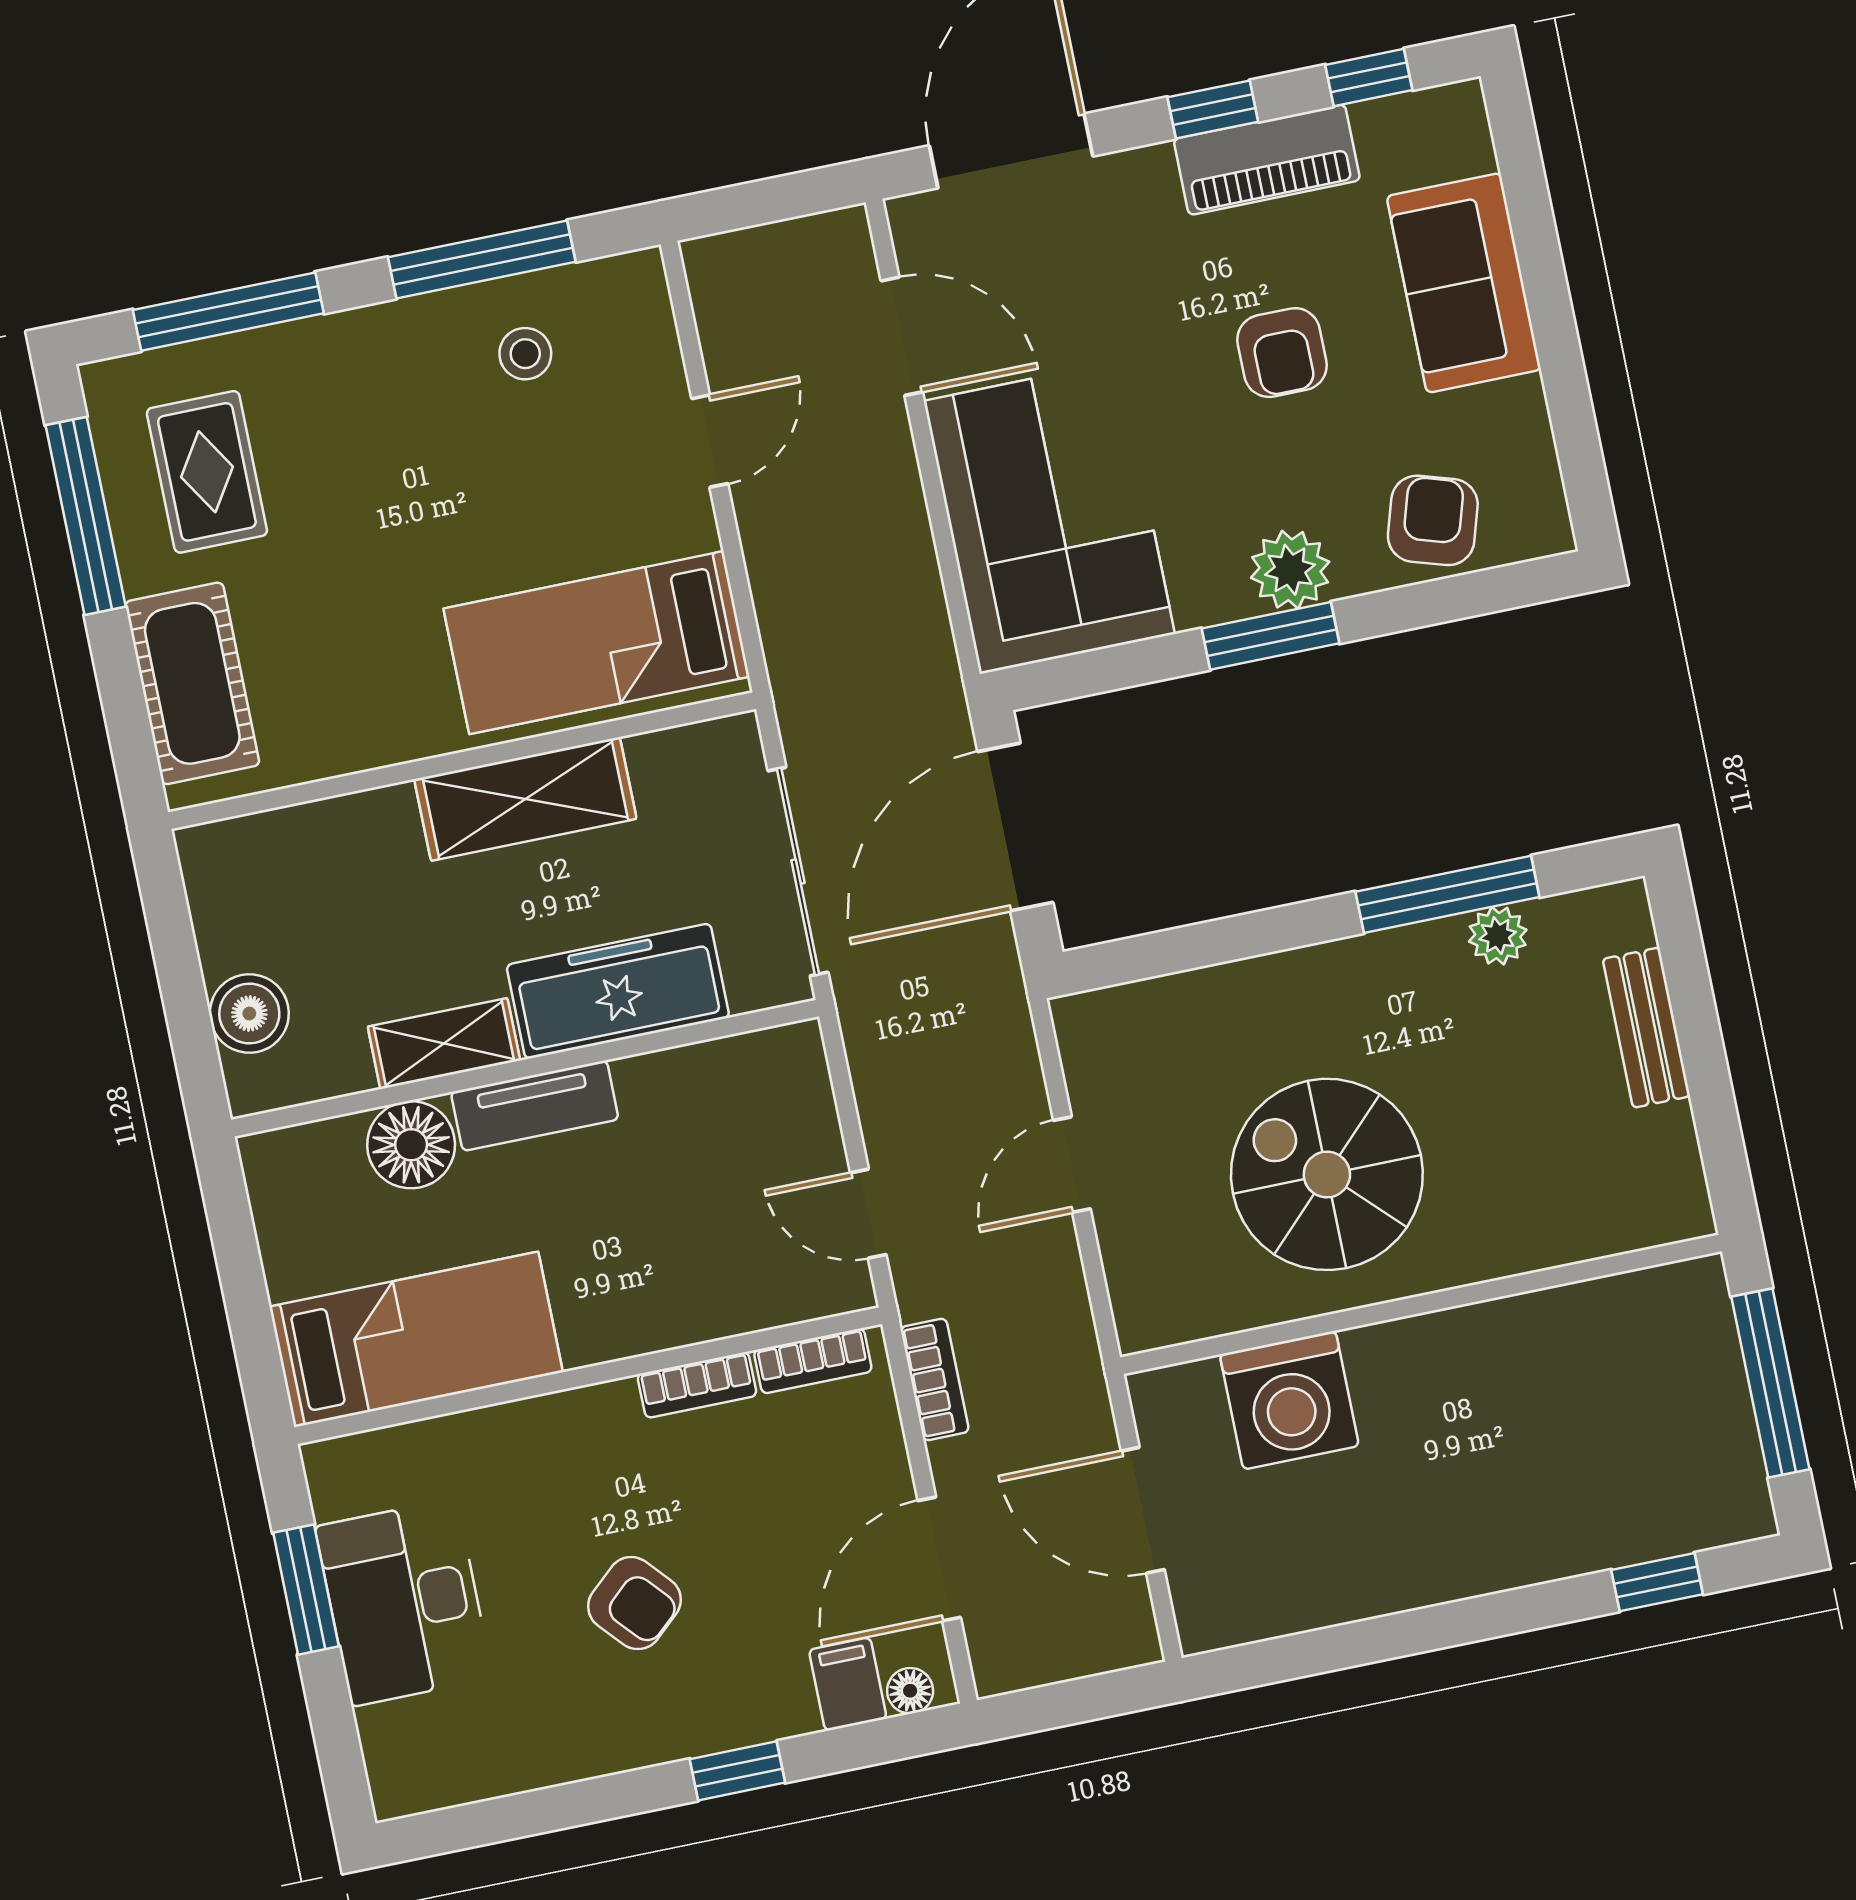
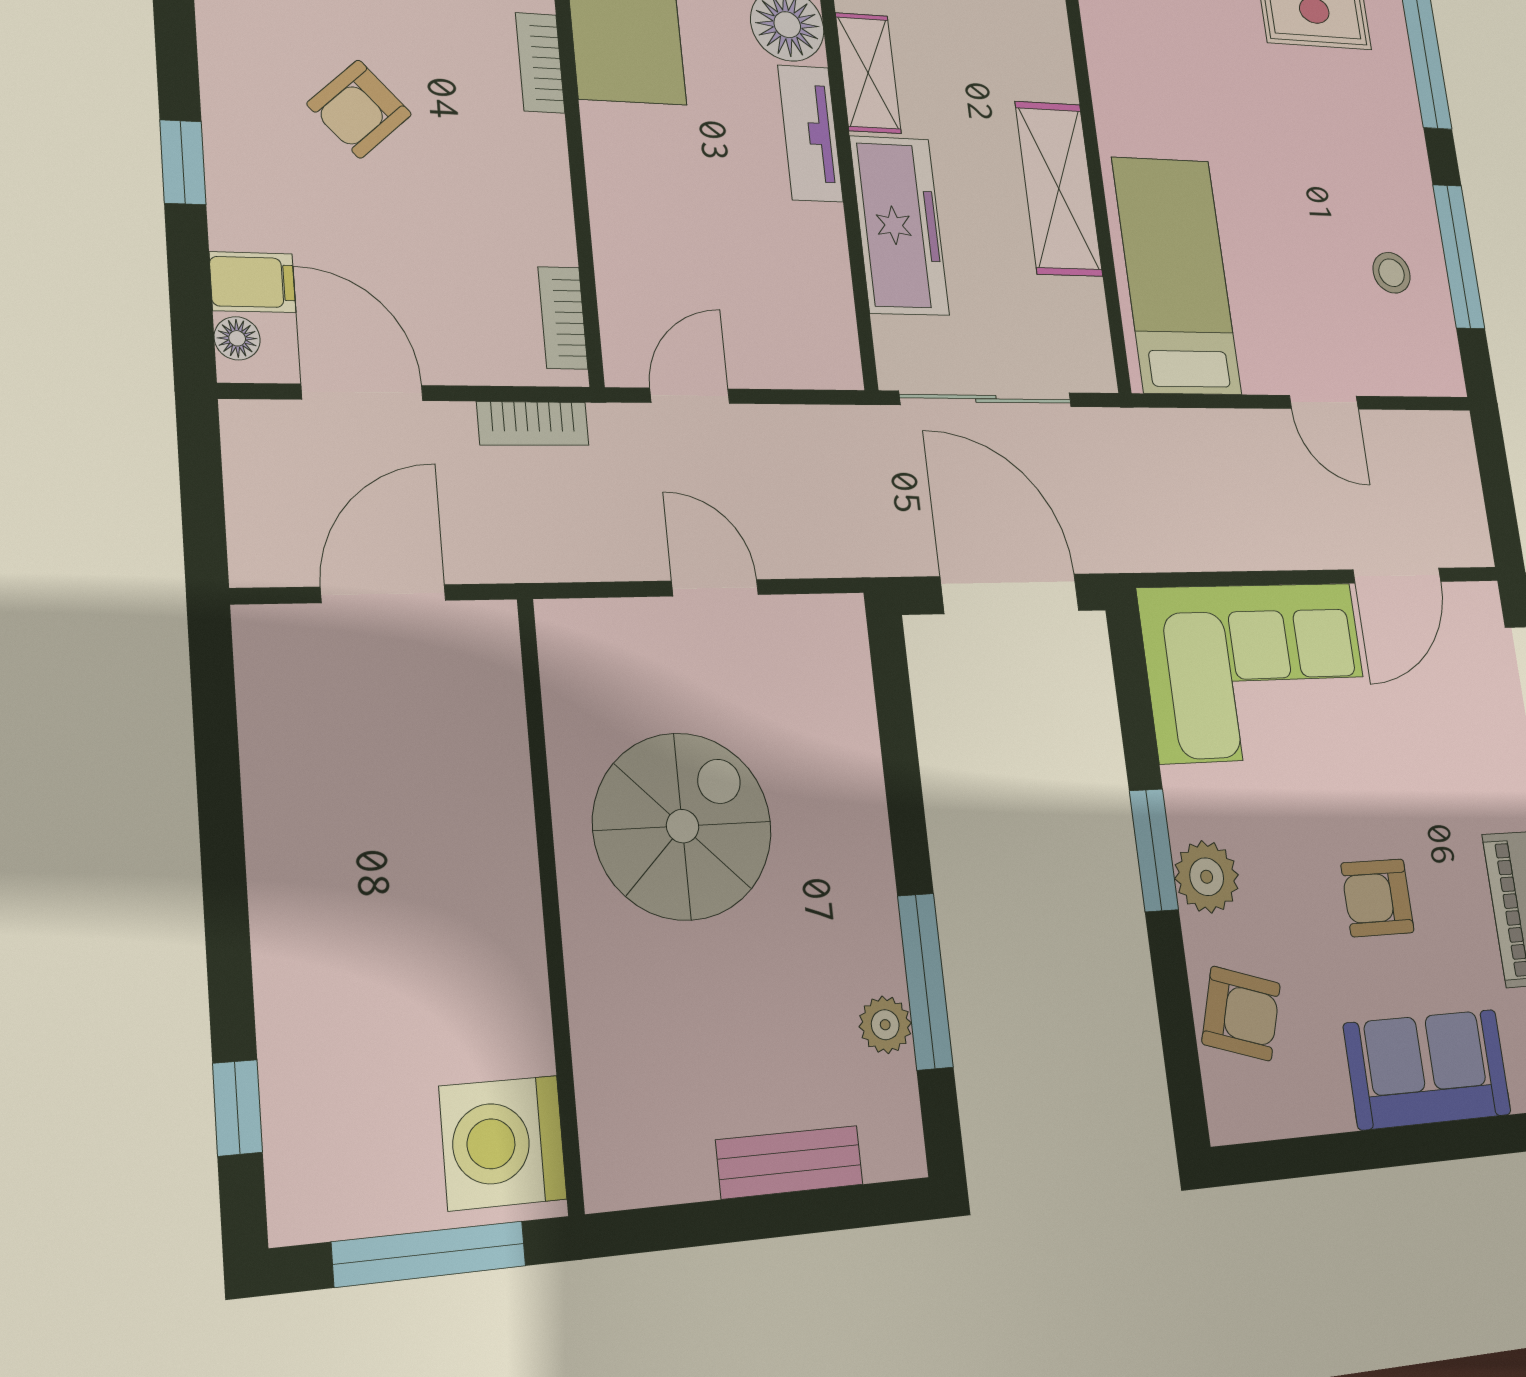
bookcase: (697, 1385) -> (540, 63), moved
washing machine: (1289, 1400) -> (503, 1143), moved

